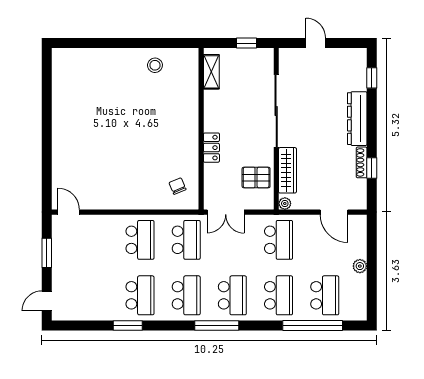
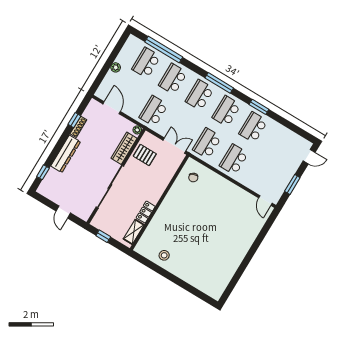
locker: (211, 148) -> (146, 212), moved
window: (128, 326) -> (259, 107), moved

